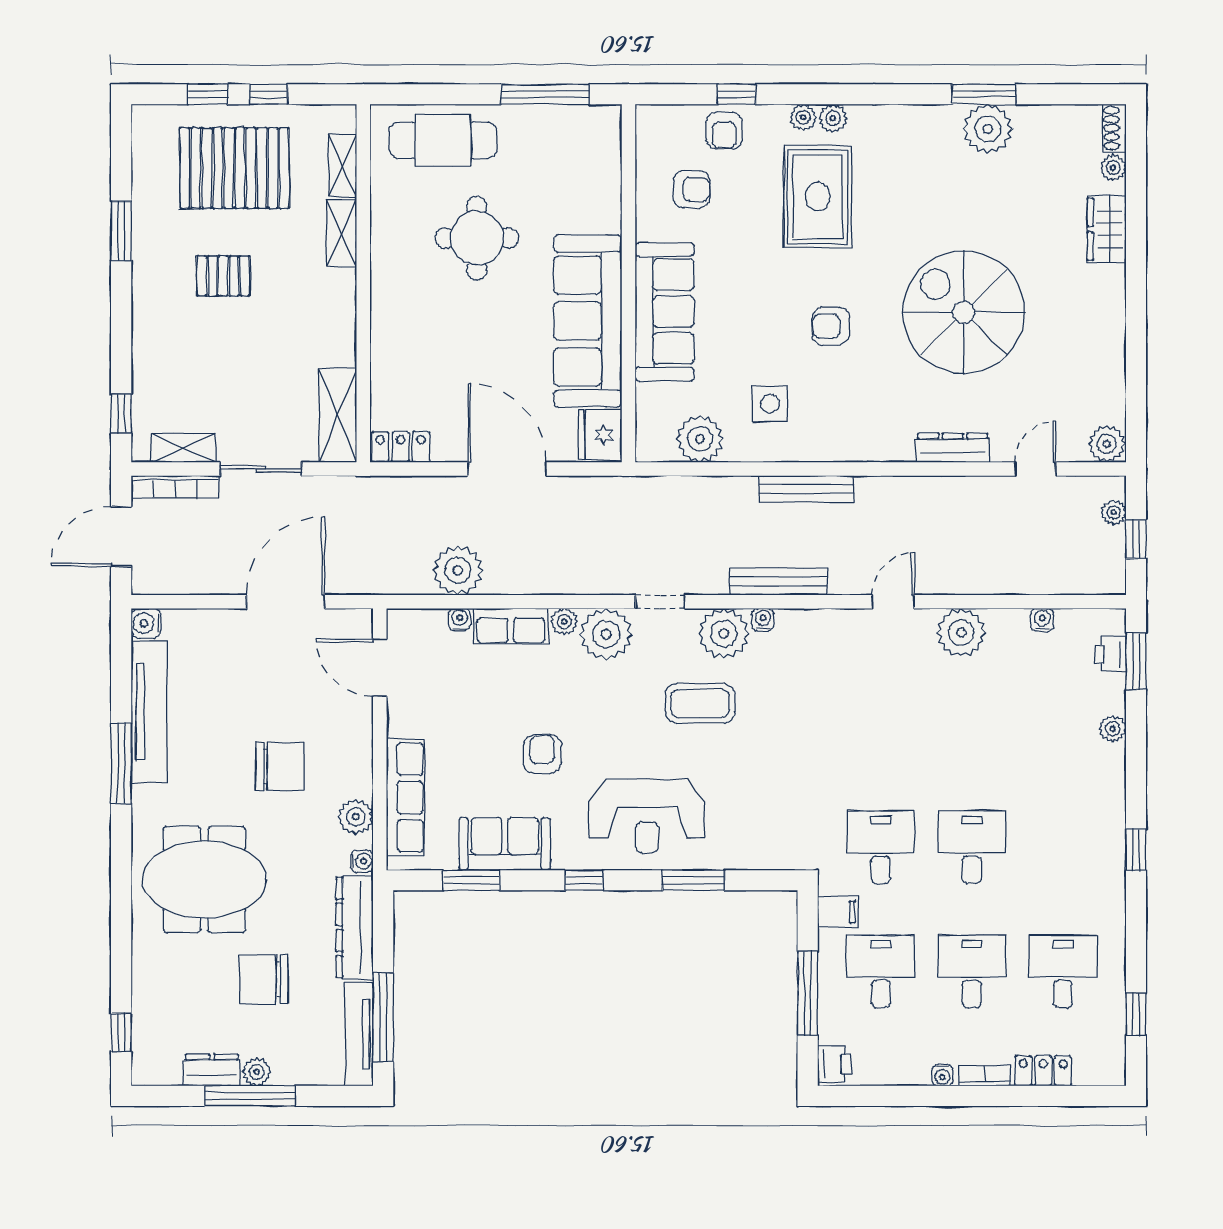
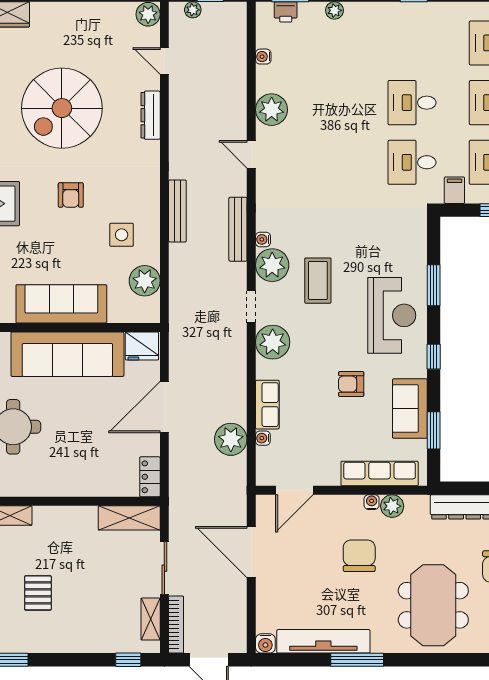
plant: (564, 622) -> (264, 370), removed
water cooler: (362, 861) -> (372, 502), moved

